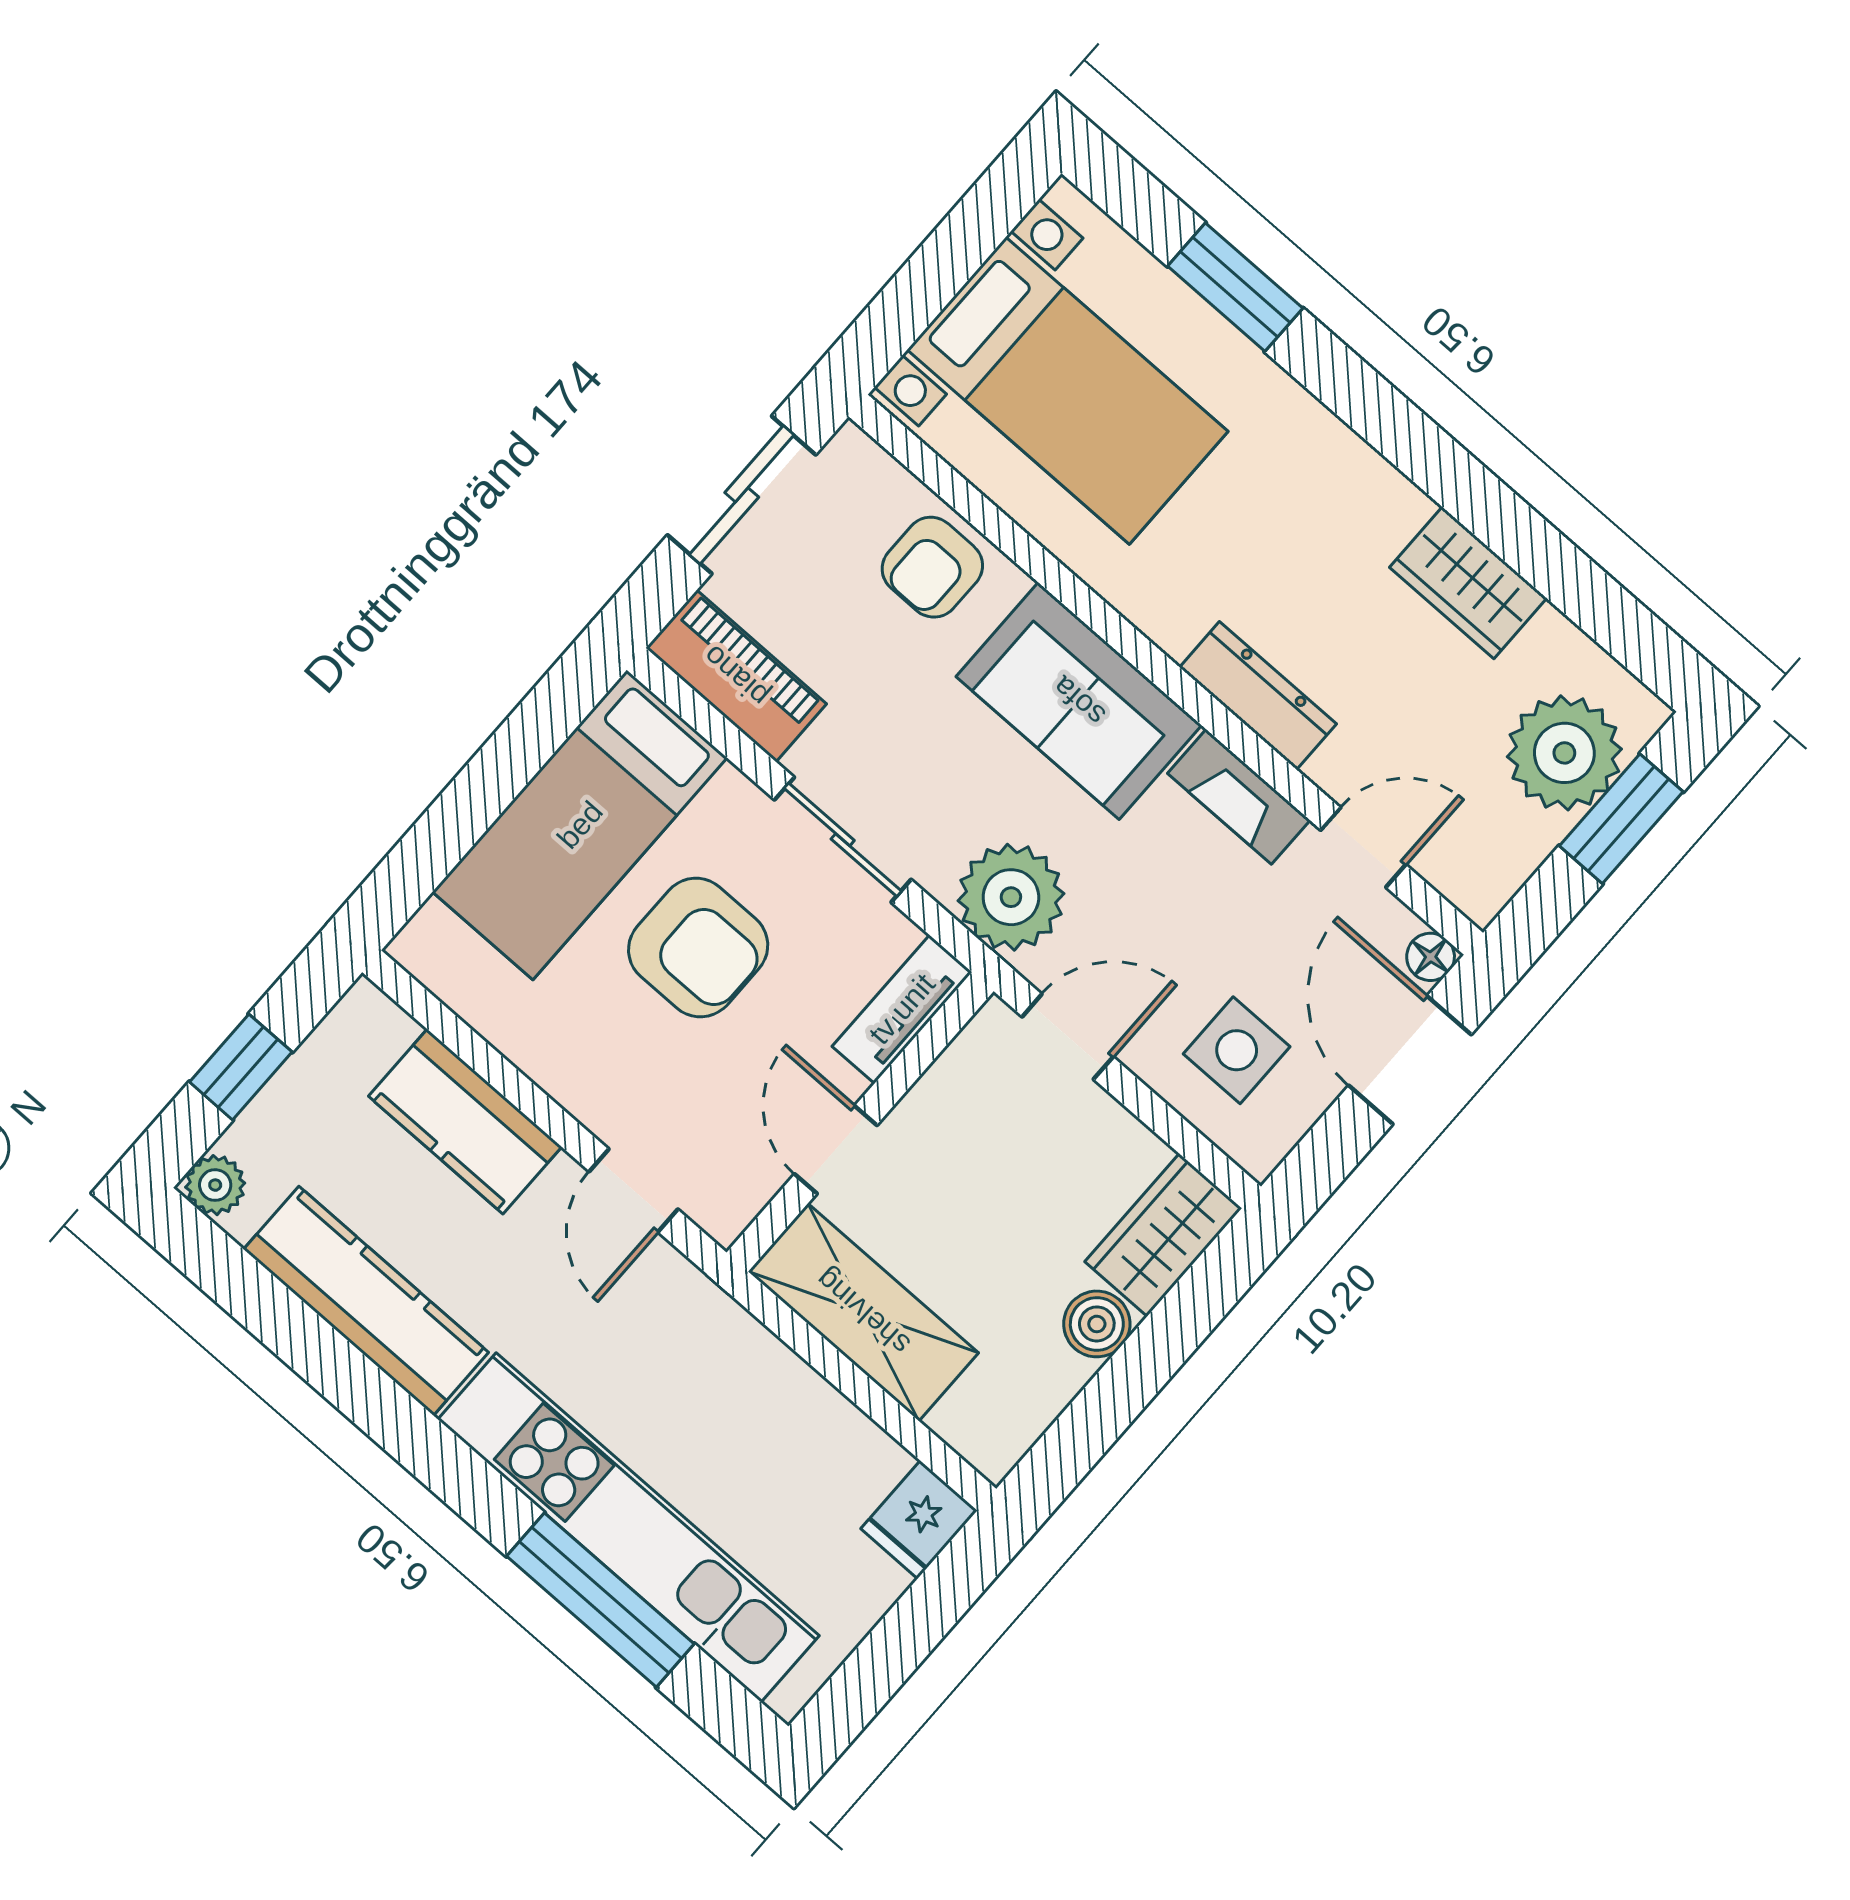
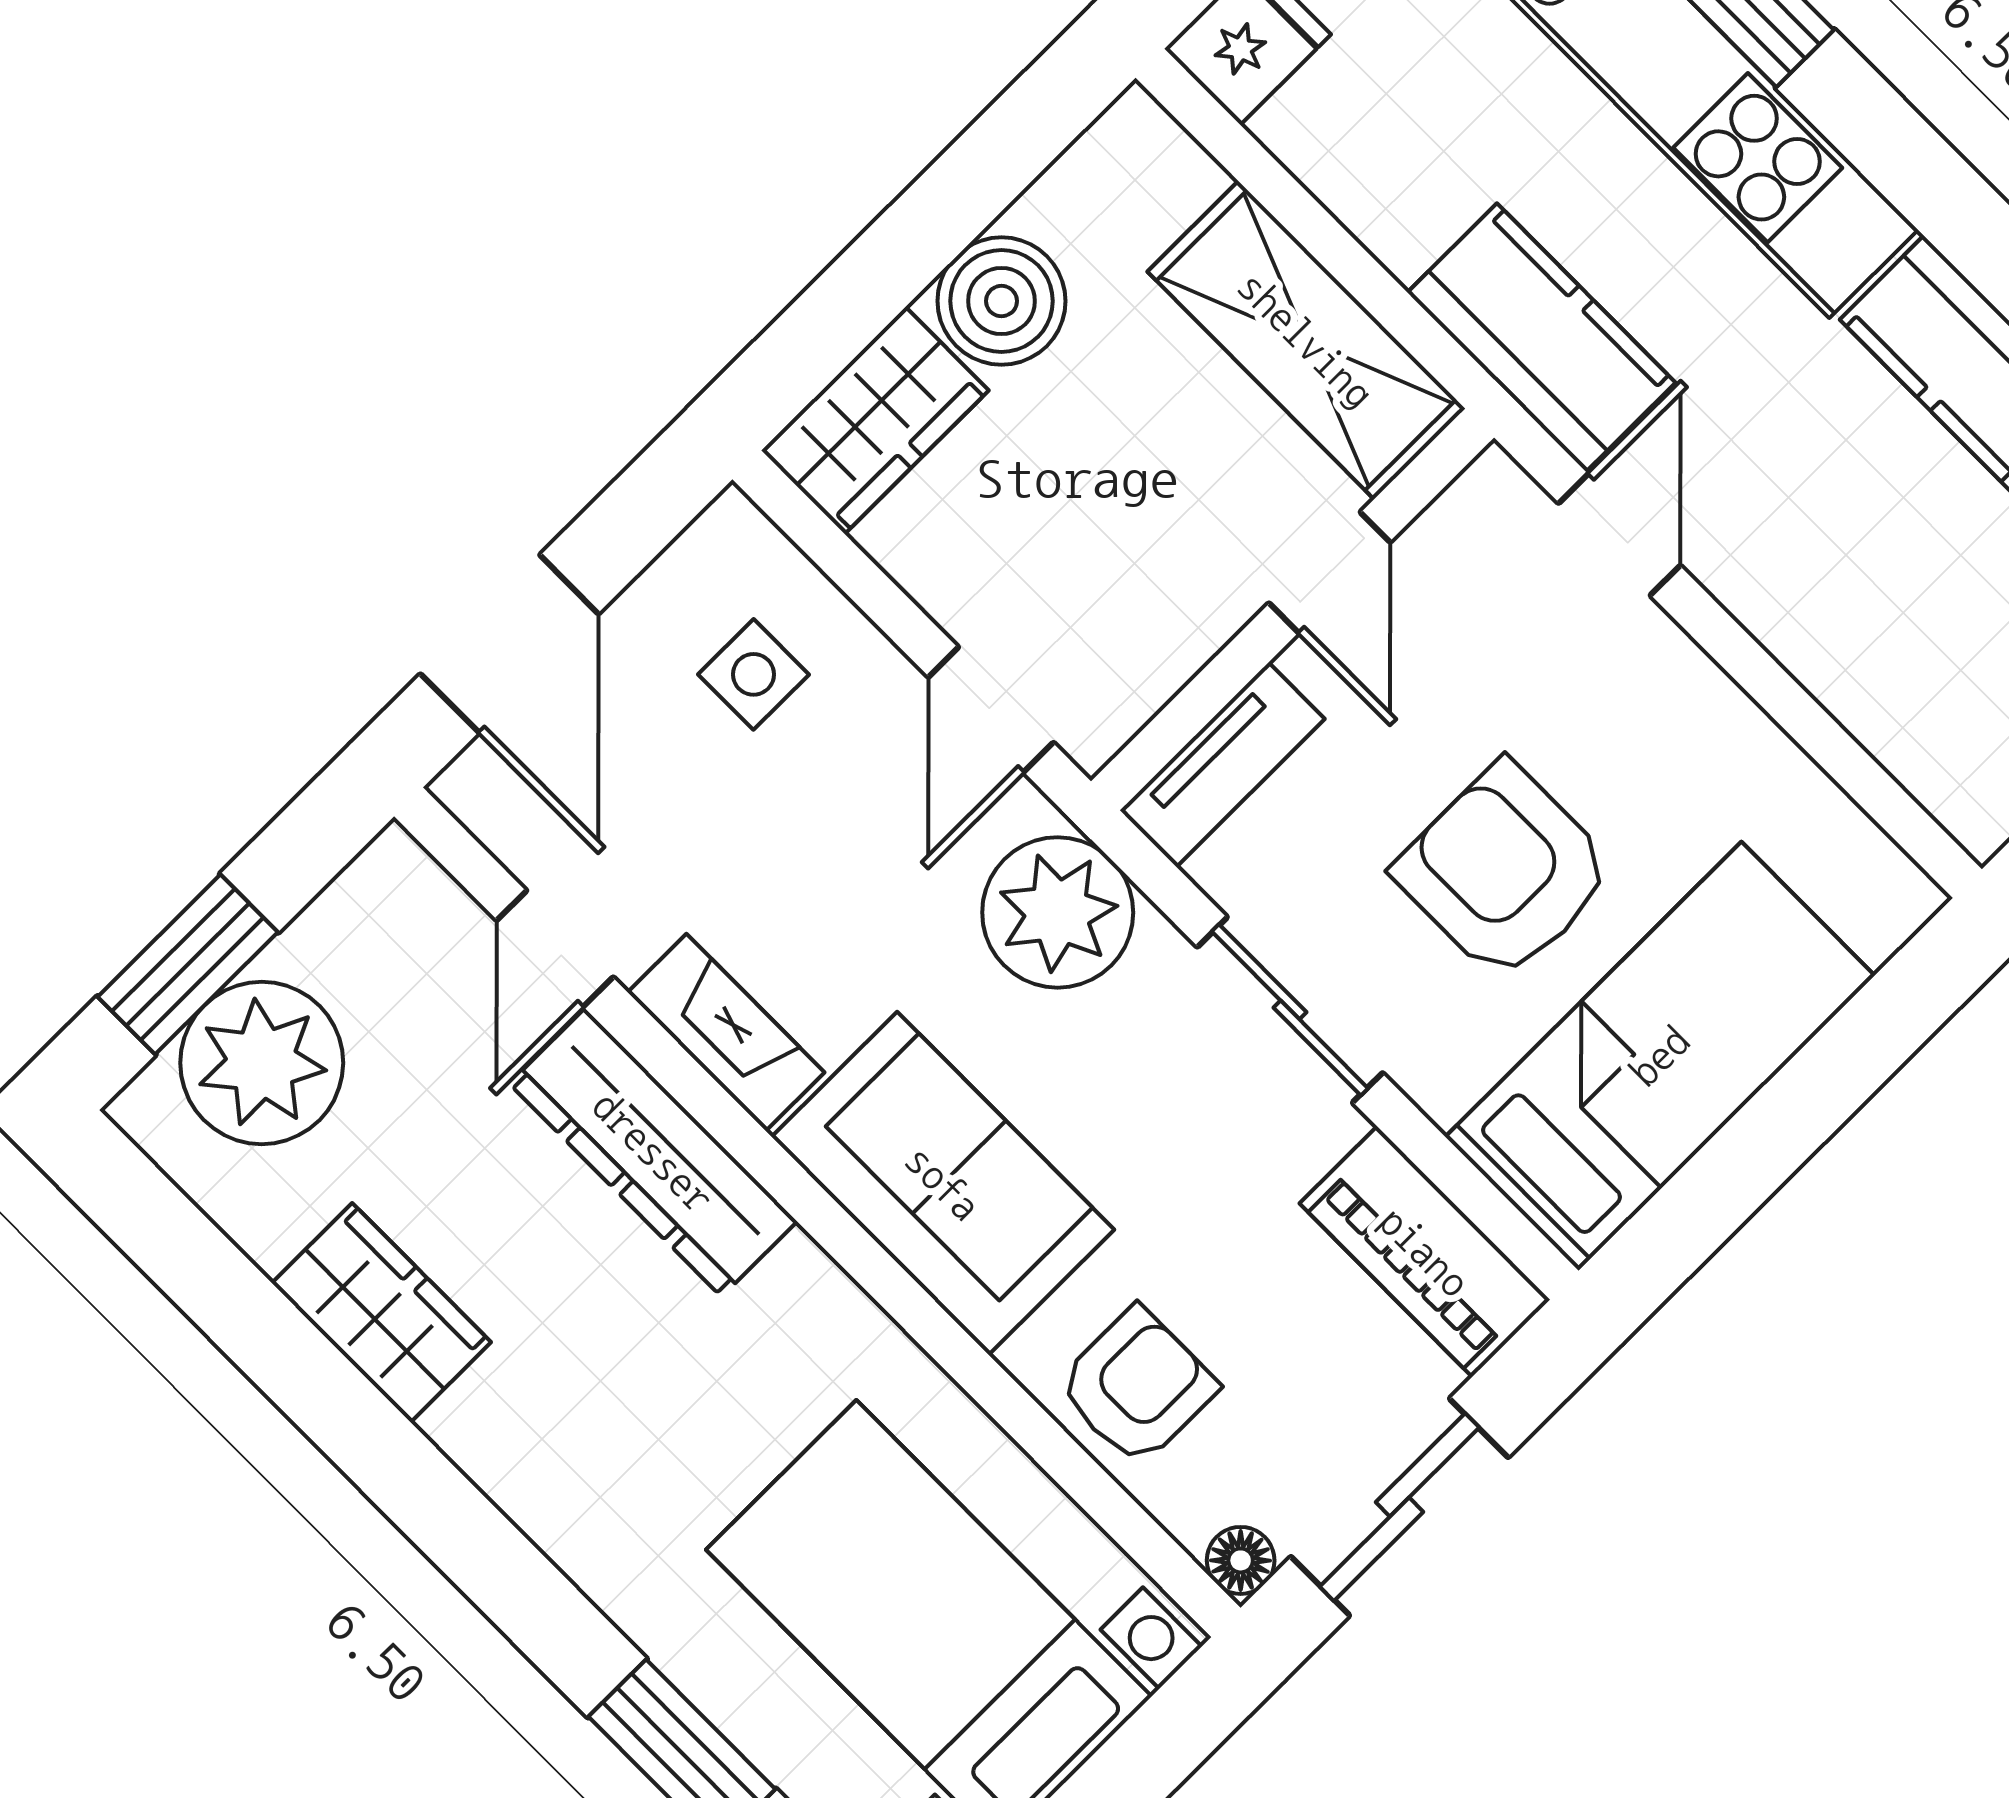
dresser: (1258, 696) -> (653, 1152), width x1.37, depth x1.24
door: (1363, 847) -> (555, 949), hinge flipped
floor lamp: (1431, 957) -> (1241, 1560), moved
door: (1068, 1037) -> (991, 710), hinge flipped
side table: (1237, 1050) -> (753, 674), width x0.73, depth x0.73
kitchen counter: (465, 1122) -> (1541, 338), moved
boiler: (1097, 1324) -> (1001, 301), width x1.36, depth x1.36

